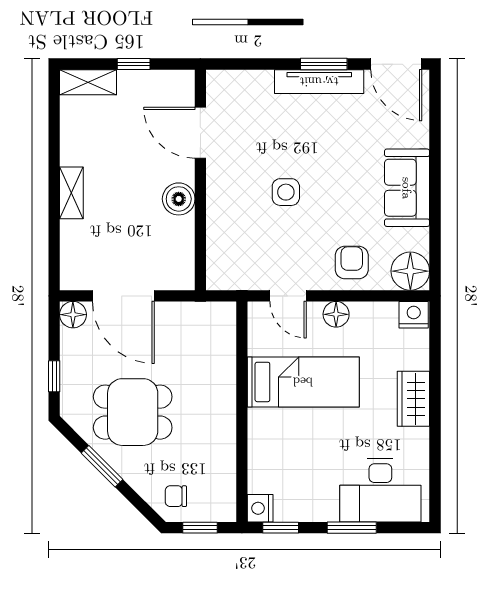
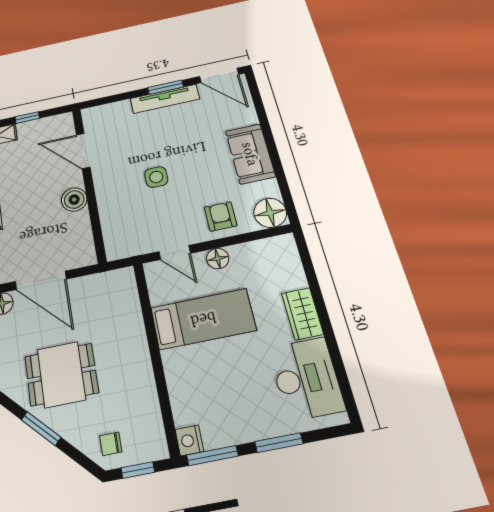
nightstand: (414, 315) -> (283, 245), removed
desk: (380, 490) -> (306, 379), moved, turned -90
window: (281, 528) -> (212, 456), width x1.50

